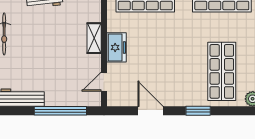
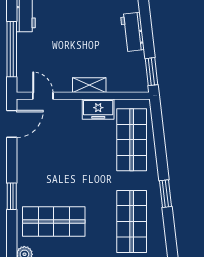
freezer: (117, 47) -> (98, 109), moved
door: (150, 111) -> (12, 124), moved

